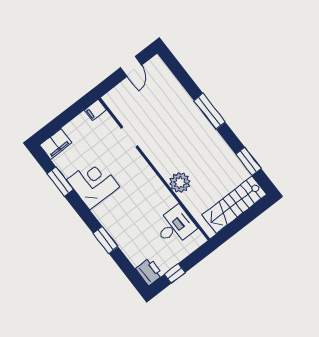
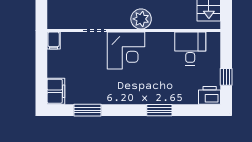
corner desk: (93, 183) -> (126, 50), moved, turned 180
plant: (180, 183) -> (141, 19), moved

